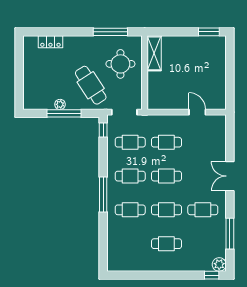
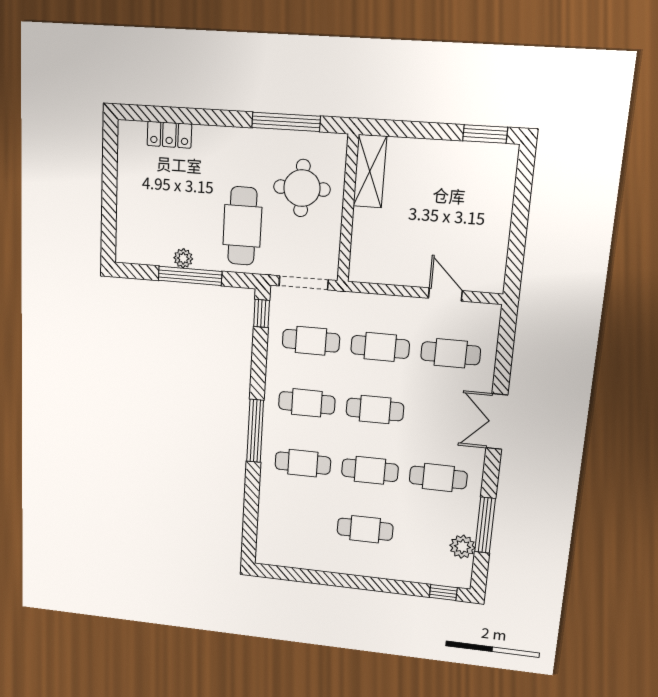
cafe table: (91, 85) -> (242, 226), turned 33
cafe table: (203, 142) -> (451, 353), added
plant: (219, 264) -> (462, 547), moved

